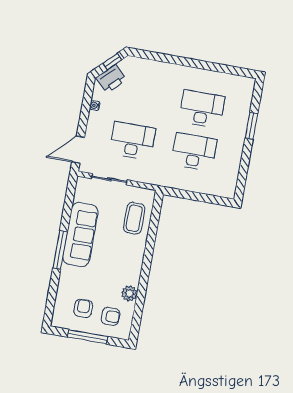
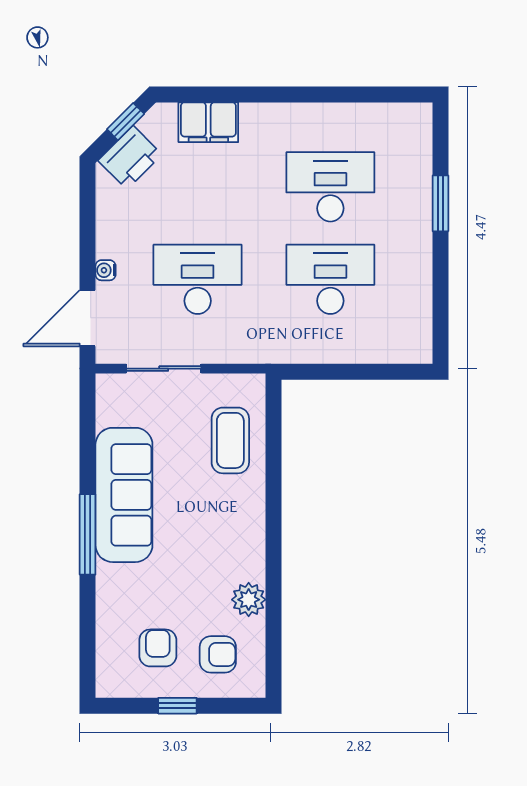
filing cabinet: (151, 69) -> (208, 122), added
water cooler: (95, 105) -> (106, 270), moved
window: (88, 337) -> (177, 706), width x0.46

